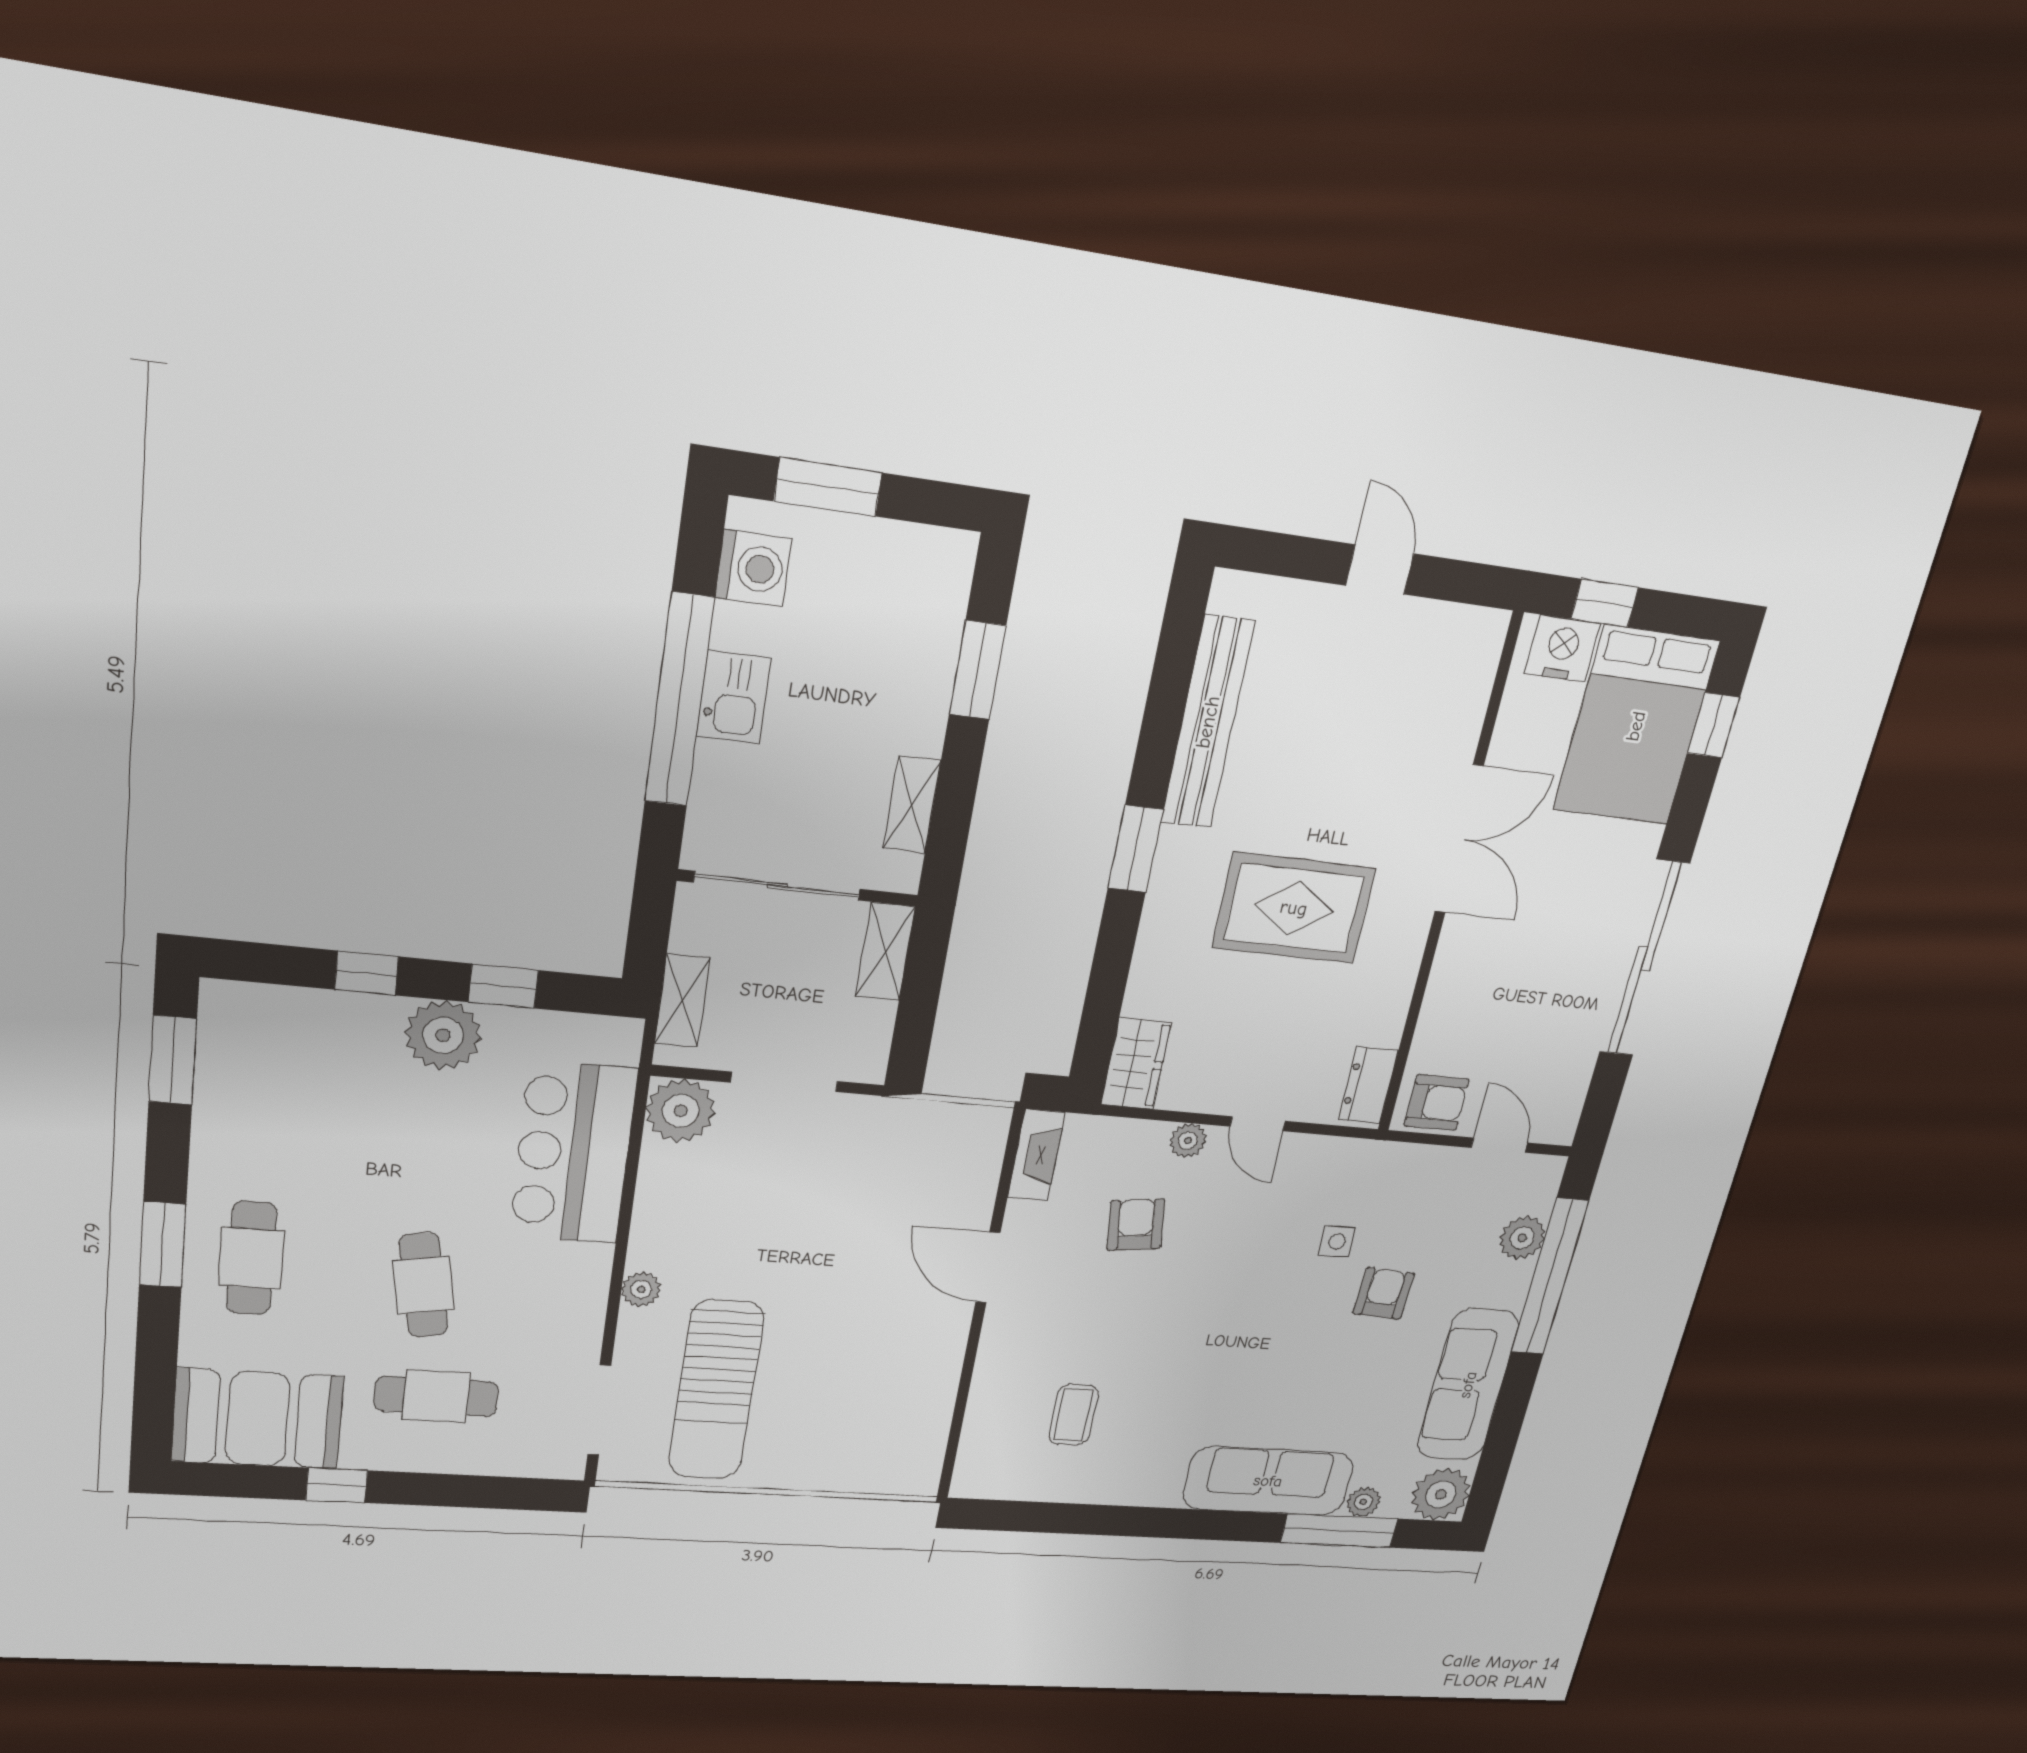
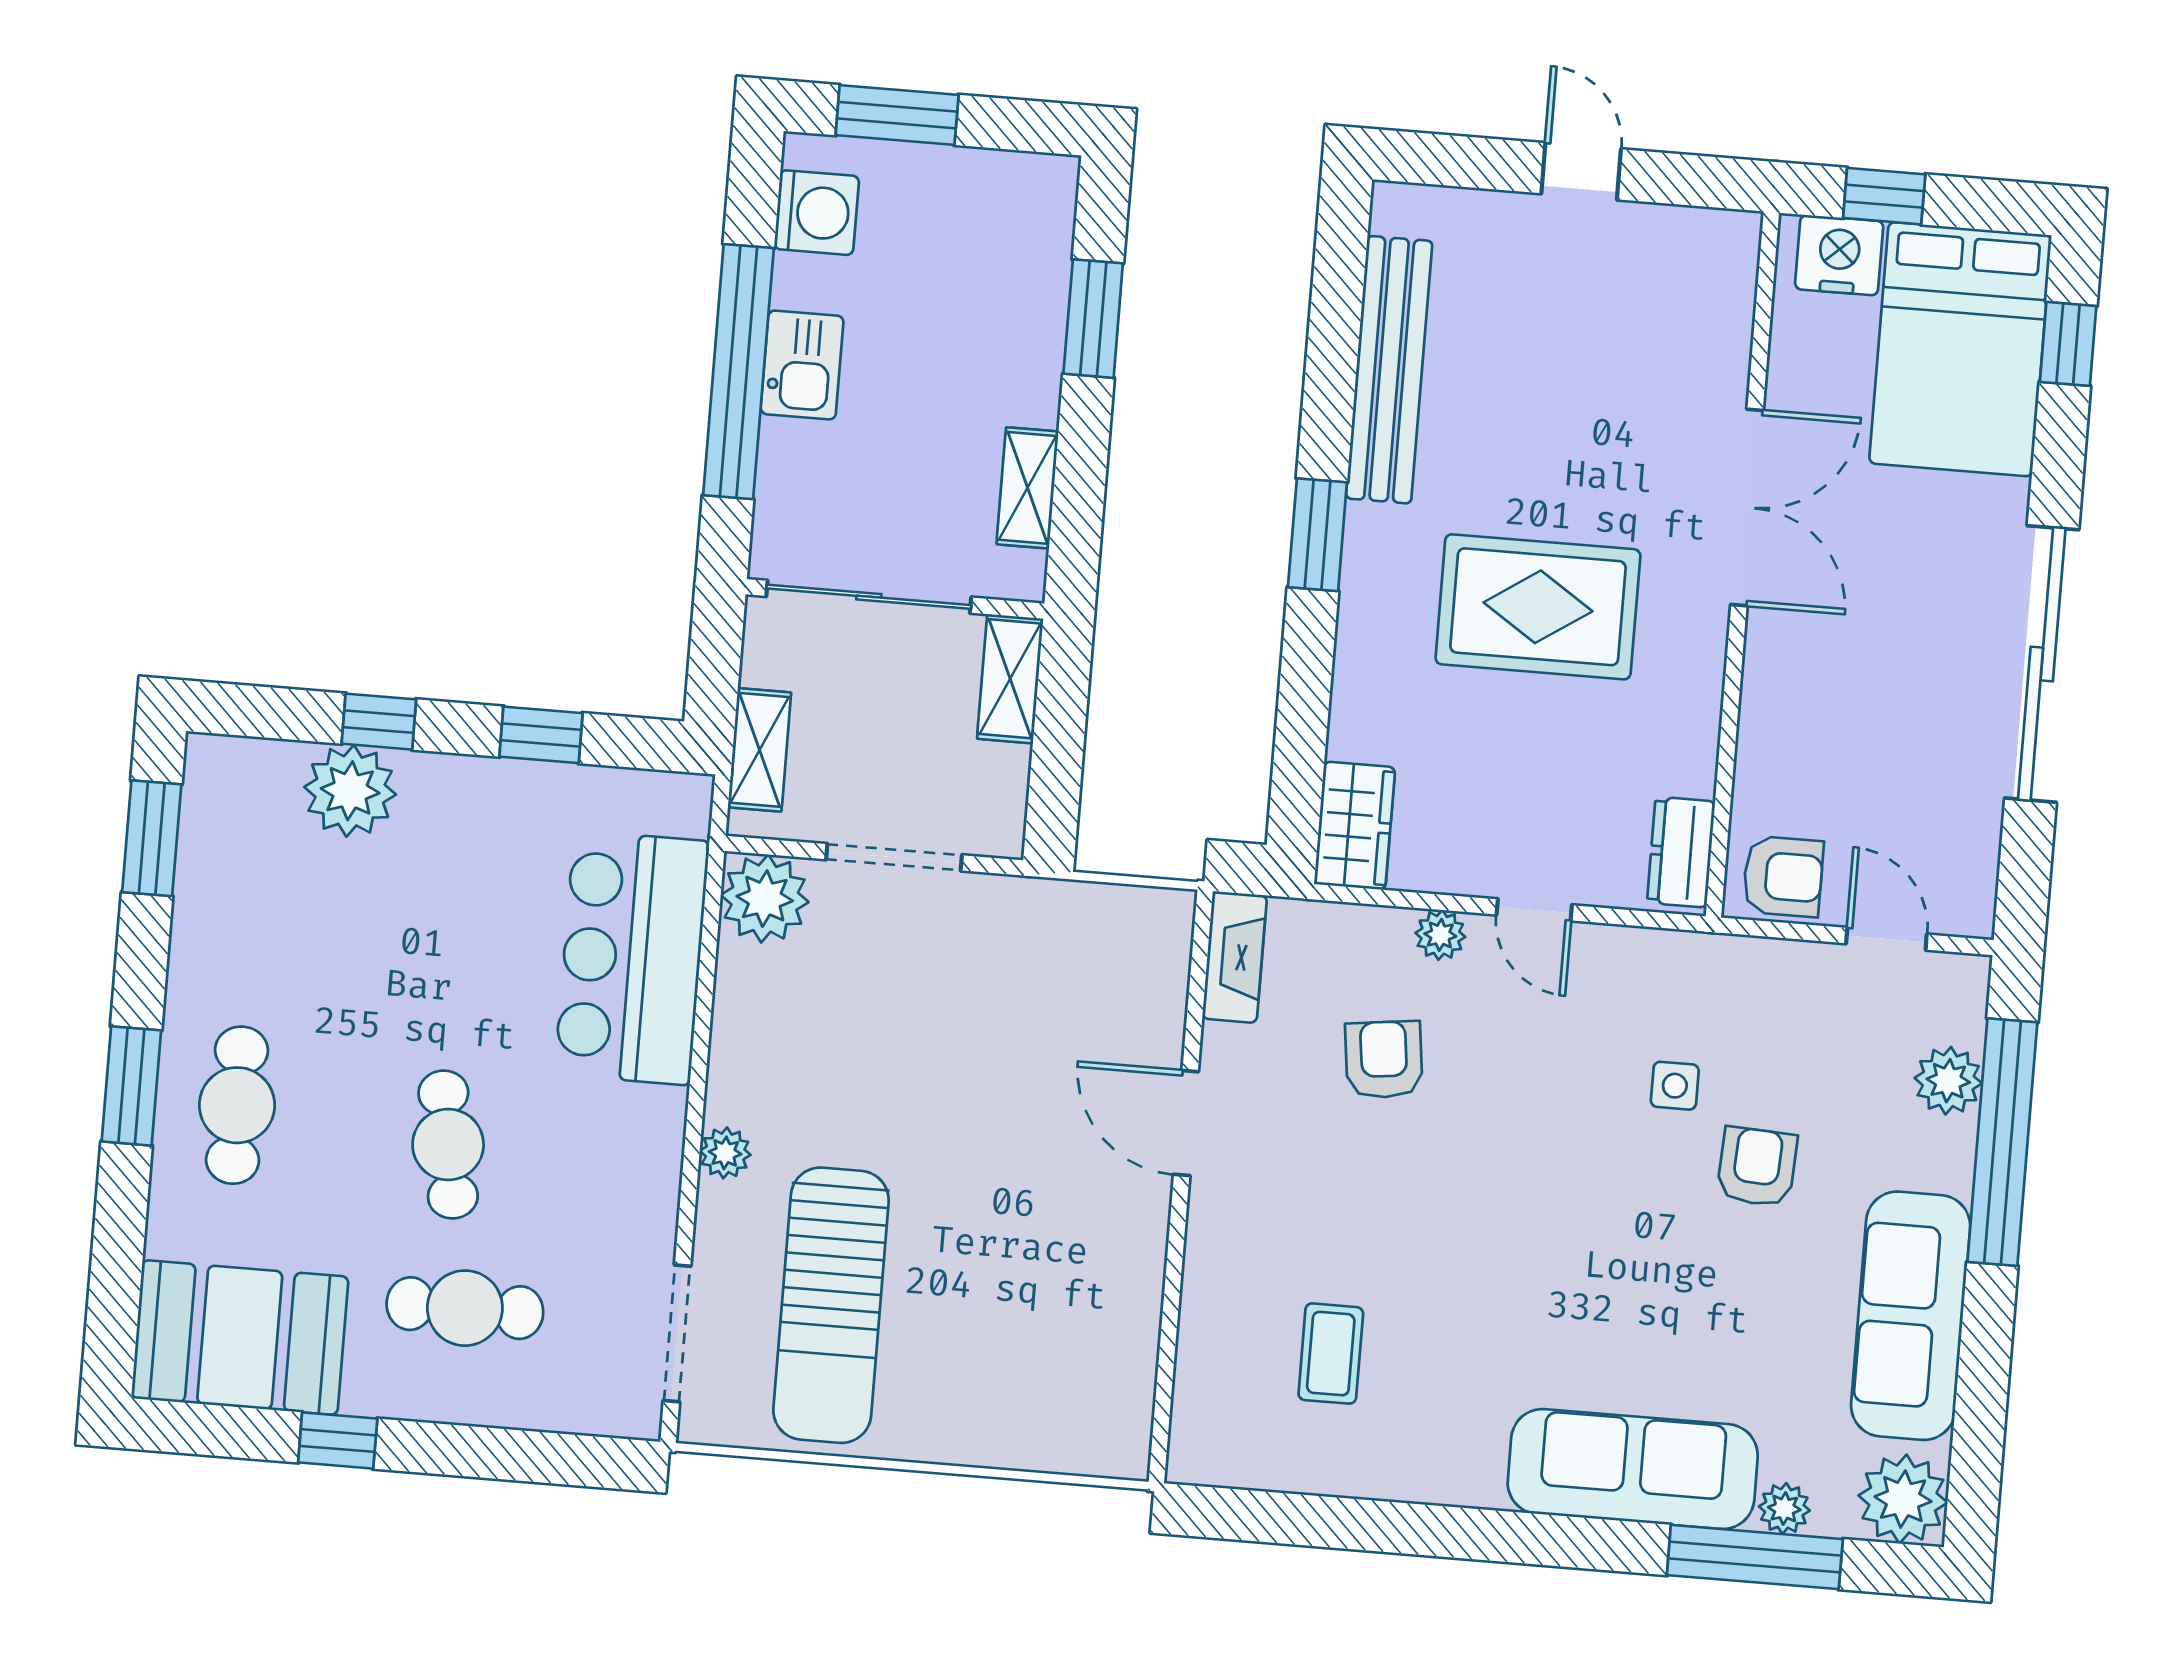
plant: (443, 1035) -> (350, 791), moved

